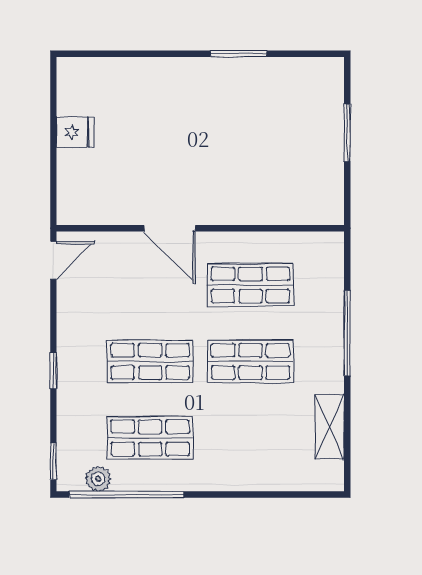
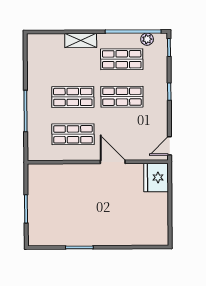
fridge: (75, 132) -> (156, 177), moved, width x1.88, depth x1.34
shelving: (330, 427) -> (81, 40), moved, turned 90

